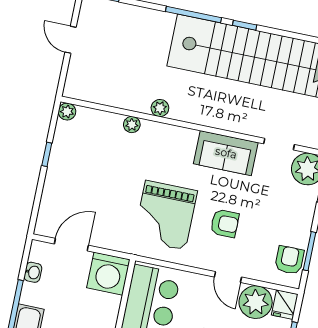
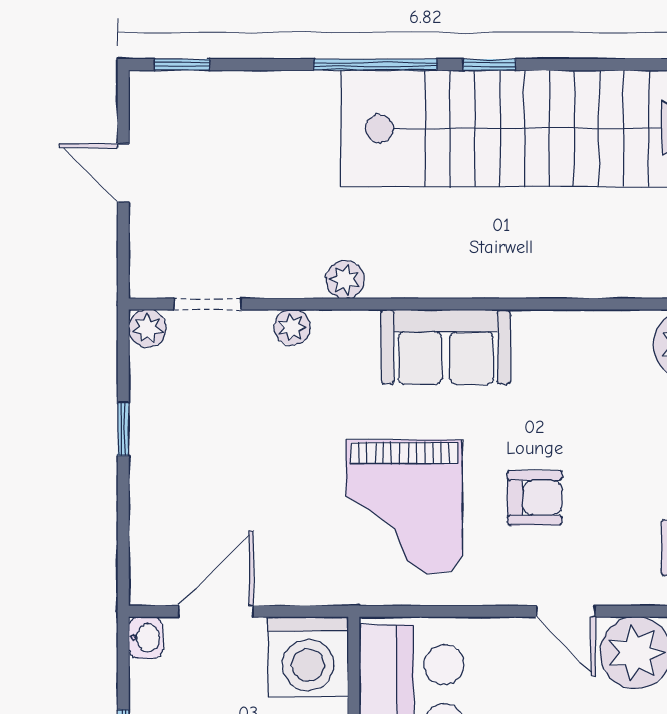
doorway: (279, 144) -> (208, 304), moved
sofa: (226, 153) -> (446, 347), moved
washbasin: (33, 272) -> (146, 638), moved

